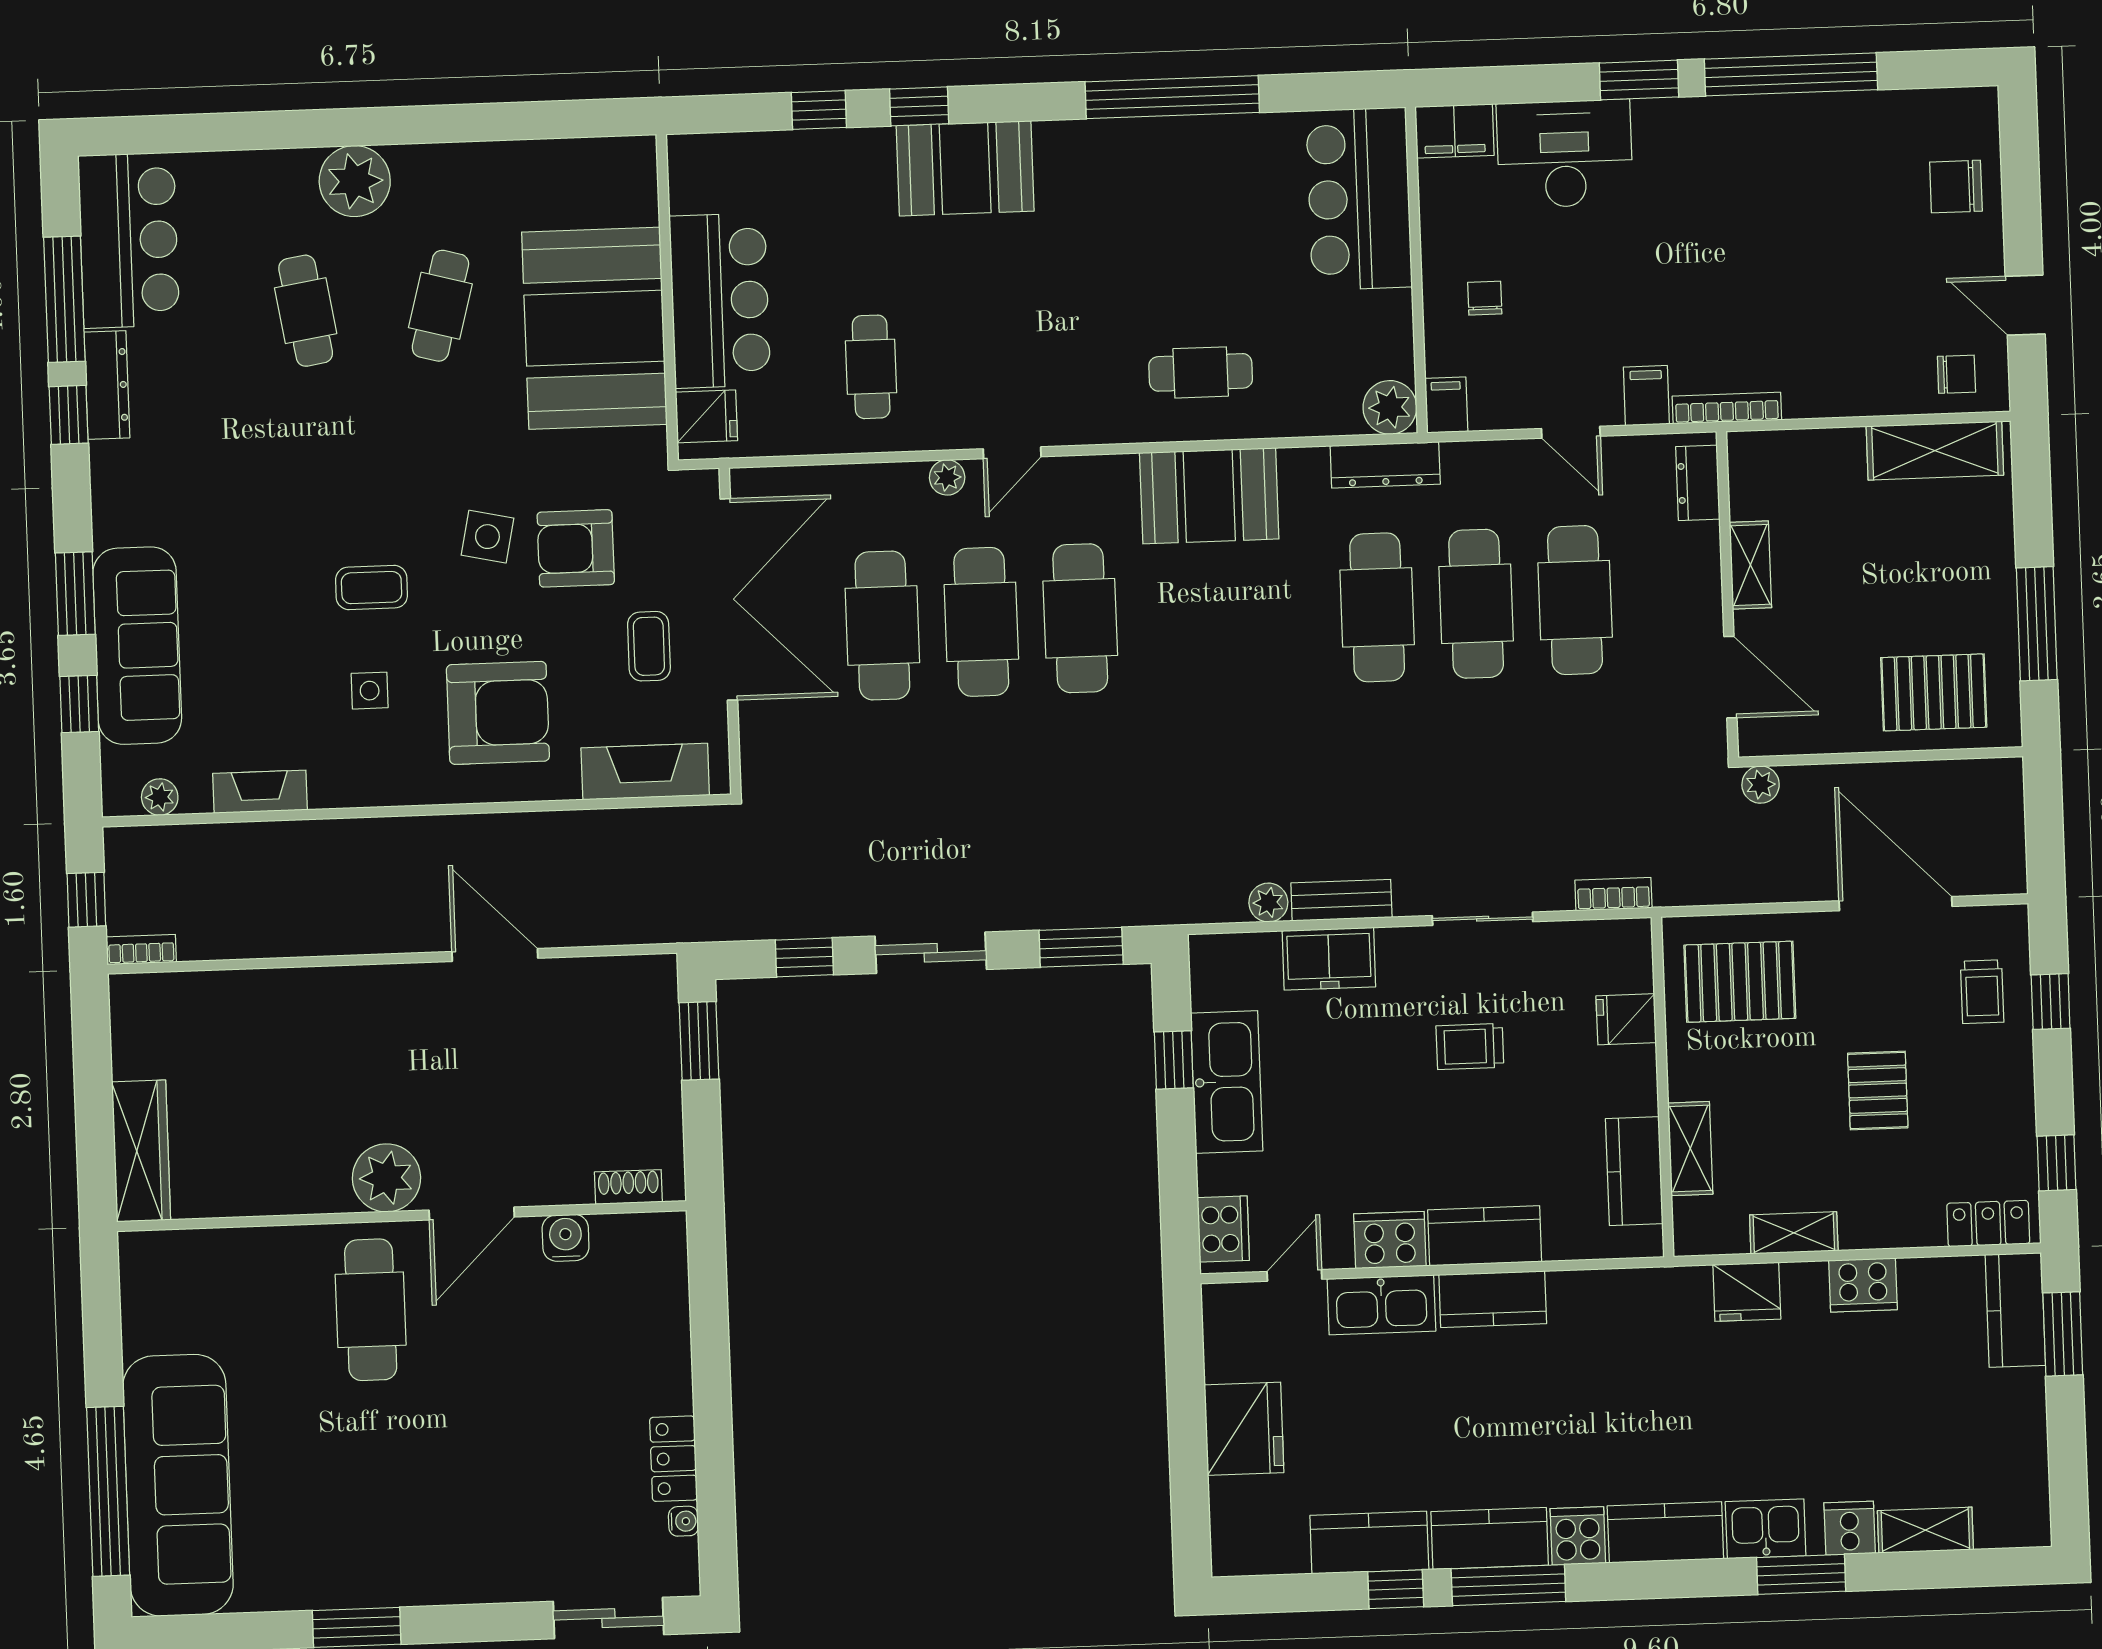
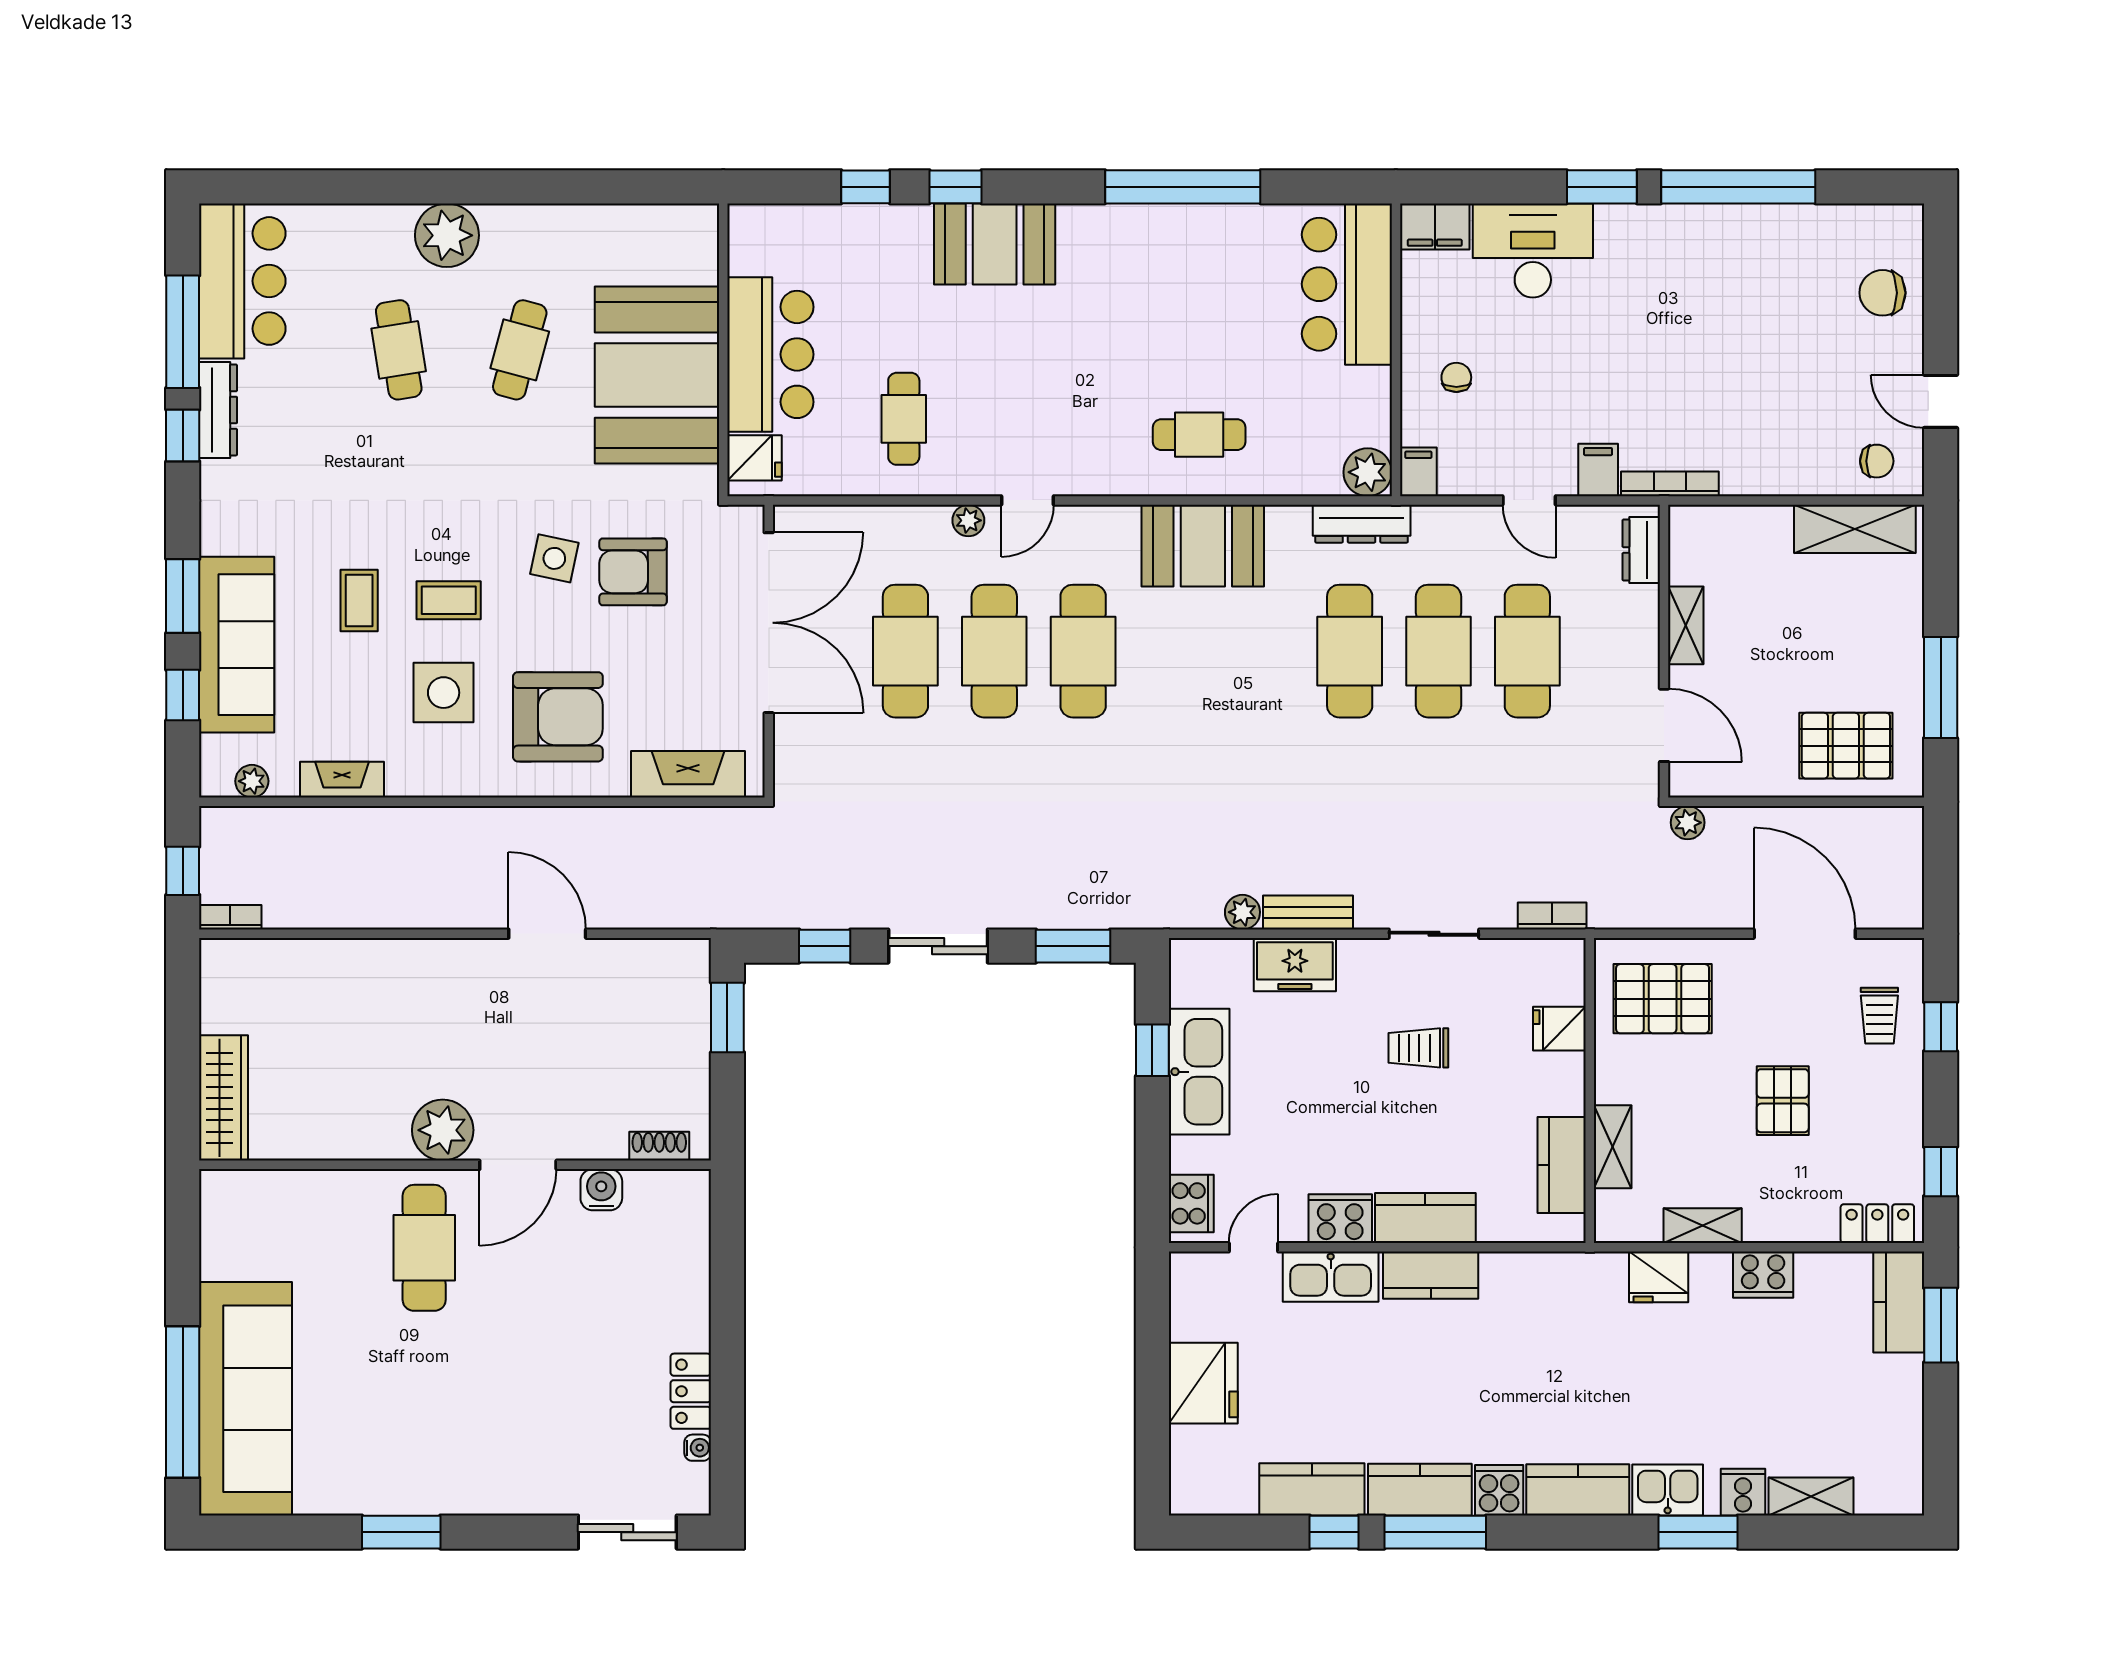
coffee table: (649, 646) -> (359, 600), moved
side table: (370, 691) -> (444, 693), width x1.87, depth x1.87

